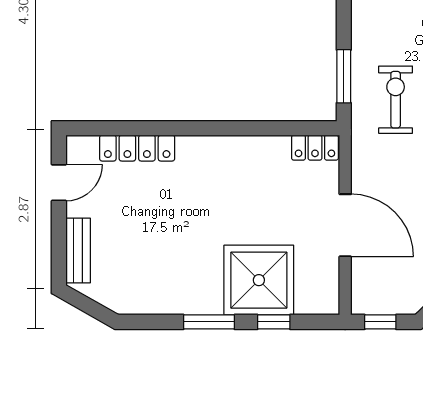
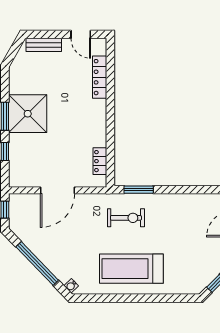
locker: (315, 148) -> (100, 161), moved
shower: (259, 280) -> (28, 114), moved

